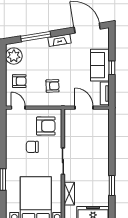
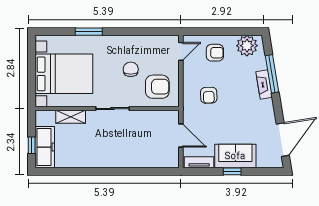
fireplace: (60, 40) -> (264, 84), moved
armchair: (19, 81) -> (215, 53), turned -90
door: (84, 108) -> (181, 135), hinge flipped
armchair: (46, 126) -> (157, 87), turned -90
window: (112, 186) -> (81, 171), removed

